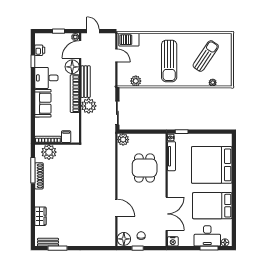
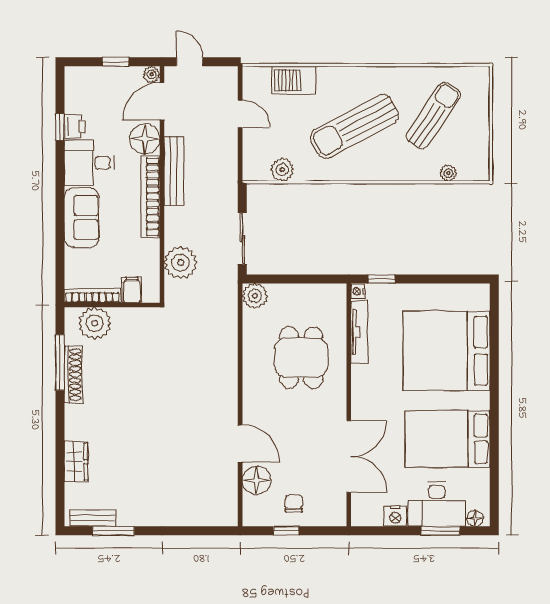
barbecue: (129, 40) -> (294, 80), moved
printer: (40, 50) -> (75, 127), moved
sun lounger: (169, 61) -> (354, 126), turned 62
plant: (89, 106) -> (181, 262), moved
floor lamp: (124, 239) -> (257, 480), moved
nightstand: (173, 241) -> (395, 516), moved

